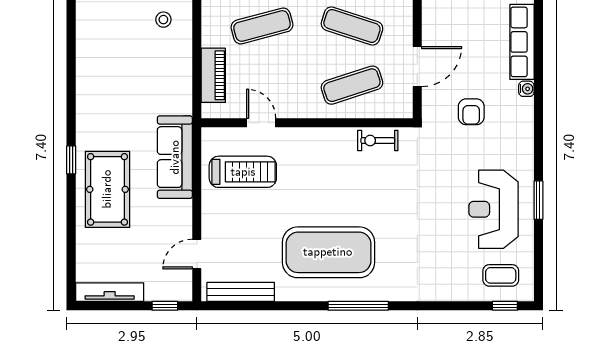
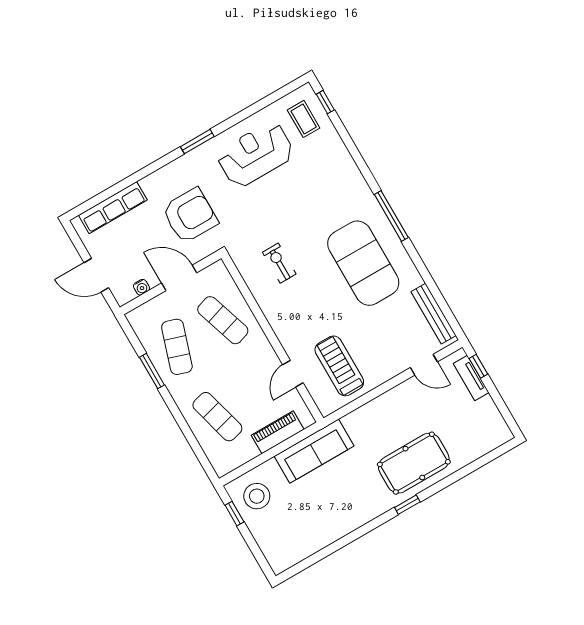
stool: (163, 20) -> (257, 496), width x1.89, depth x1.89
water cooler: (526, 89) -> (141, 287), moved, turned 180
armchair: (471, 112) -> (190, 216), width x1.88, depth x1.88
exercise bike: (378, 141) -> (279, 263), moved, turned 180
sofa: (175, 157) -> (314, 451), moved
window: (538, 200) -> (197, 142), moved
reception desk: (493, 209) -> (256, 154), turned 180
tv unit: (110, 292) -> (471, 378), moved, width x0.71

